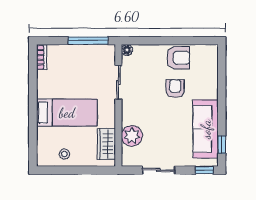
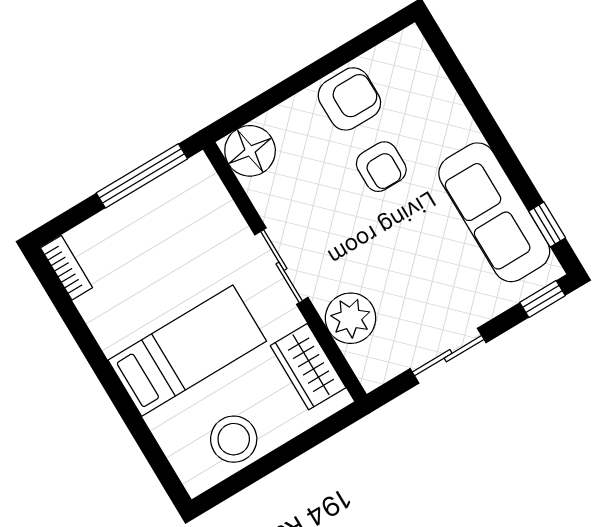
floor lamp: (127, 50) -> (250, 151), width x1.89, depth x1.89
sliding door: (118, 82) -> (281, 266), moved
armchair: (175, 89) -> (381, 167), turned 180
stool: (64, 154) -> (234, 439), width x1.89, depth x1.89

